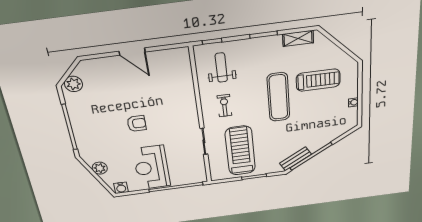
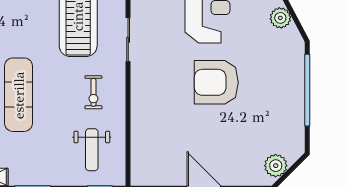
plant: (73, 84) -> (276, 166), moved
armchair: (137, 124) -> (216, 82), width x1.88, depth x1.88

